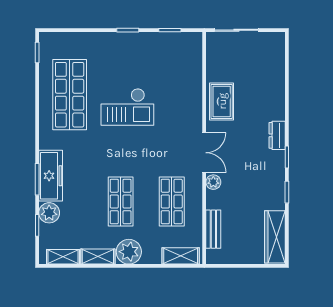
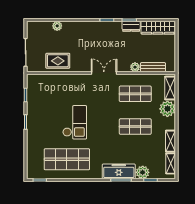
plant: (278, 80) -> (57, 26), added
rug: (222, 101) -> (58, 61), moved
dresser: (277, 135) -> (131, 26), moved
plant: (213, 182) -> (135, 67), moved
plant: (129, 252) -> (167, 109), moved

